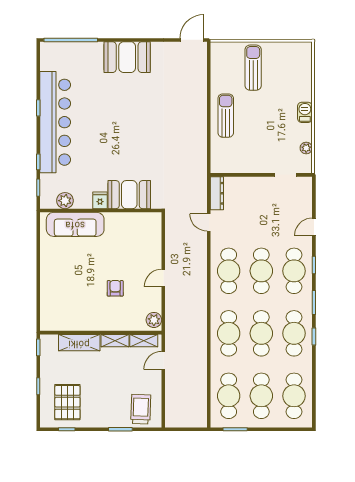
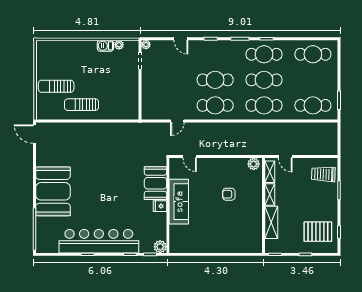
booth: (127, 57) -> (53, 191), width x1.36, depth x1.42
barbecue: (305, 112) -> (105, 46), moved
sun lounger: (226, 116) -> (82, 105), moved
plant: (306, 182) -> (146, 45), added
dresser: (217, 193) -> (154, 115), removed
plant: (65, 201) -> (160, 247), moved
sofa: (75, 224) -> (179, 202), moved
cafe table: (294, 271) -> (215, 54), removed
door: (163, 278) -> (190, 157), moved
cafe table: (261, 396) -> (313, 80), removed

